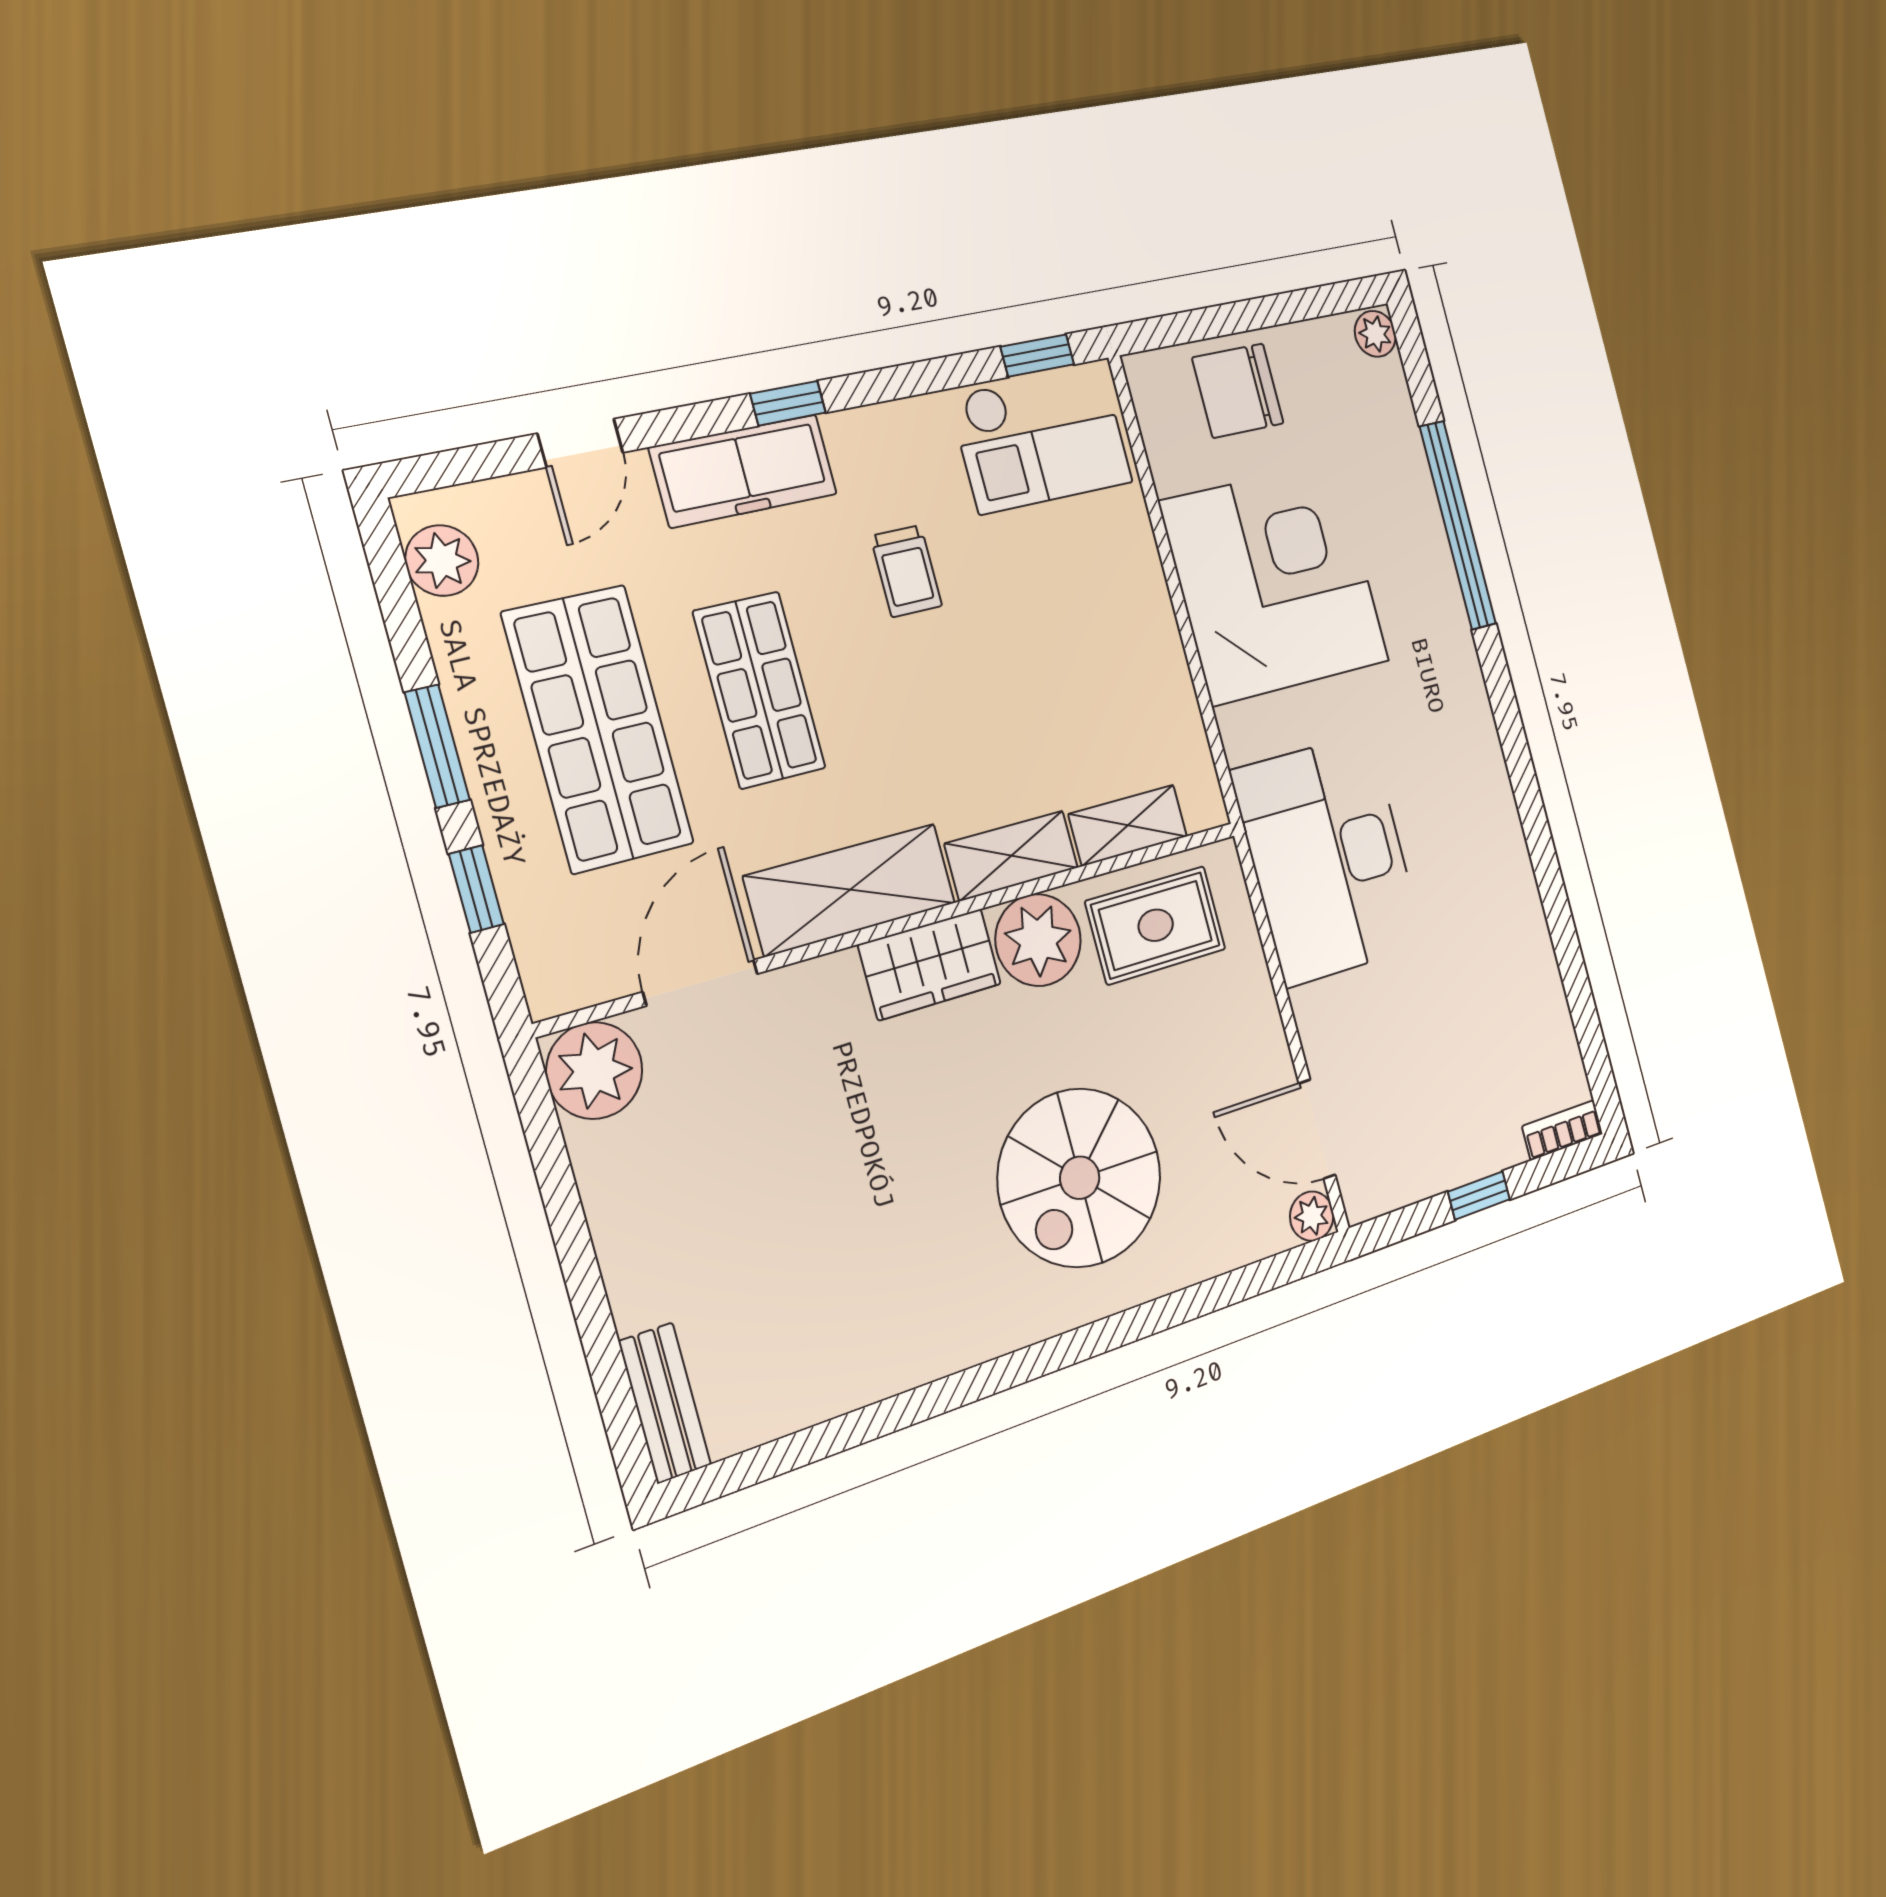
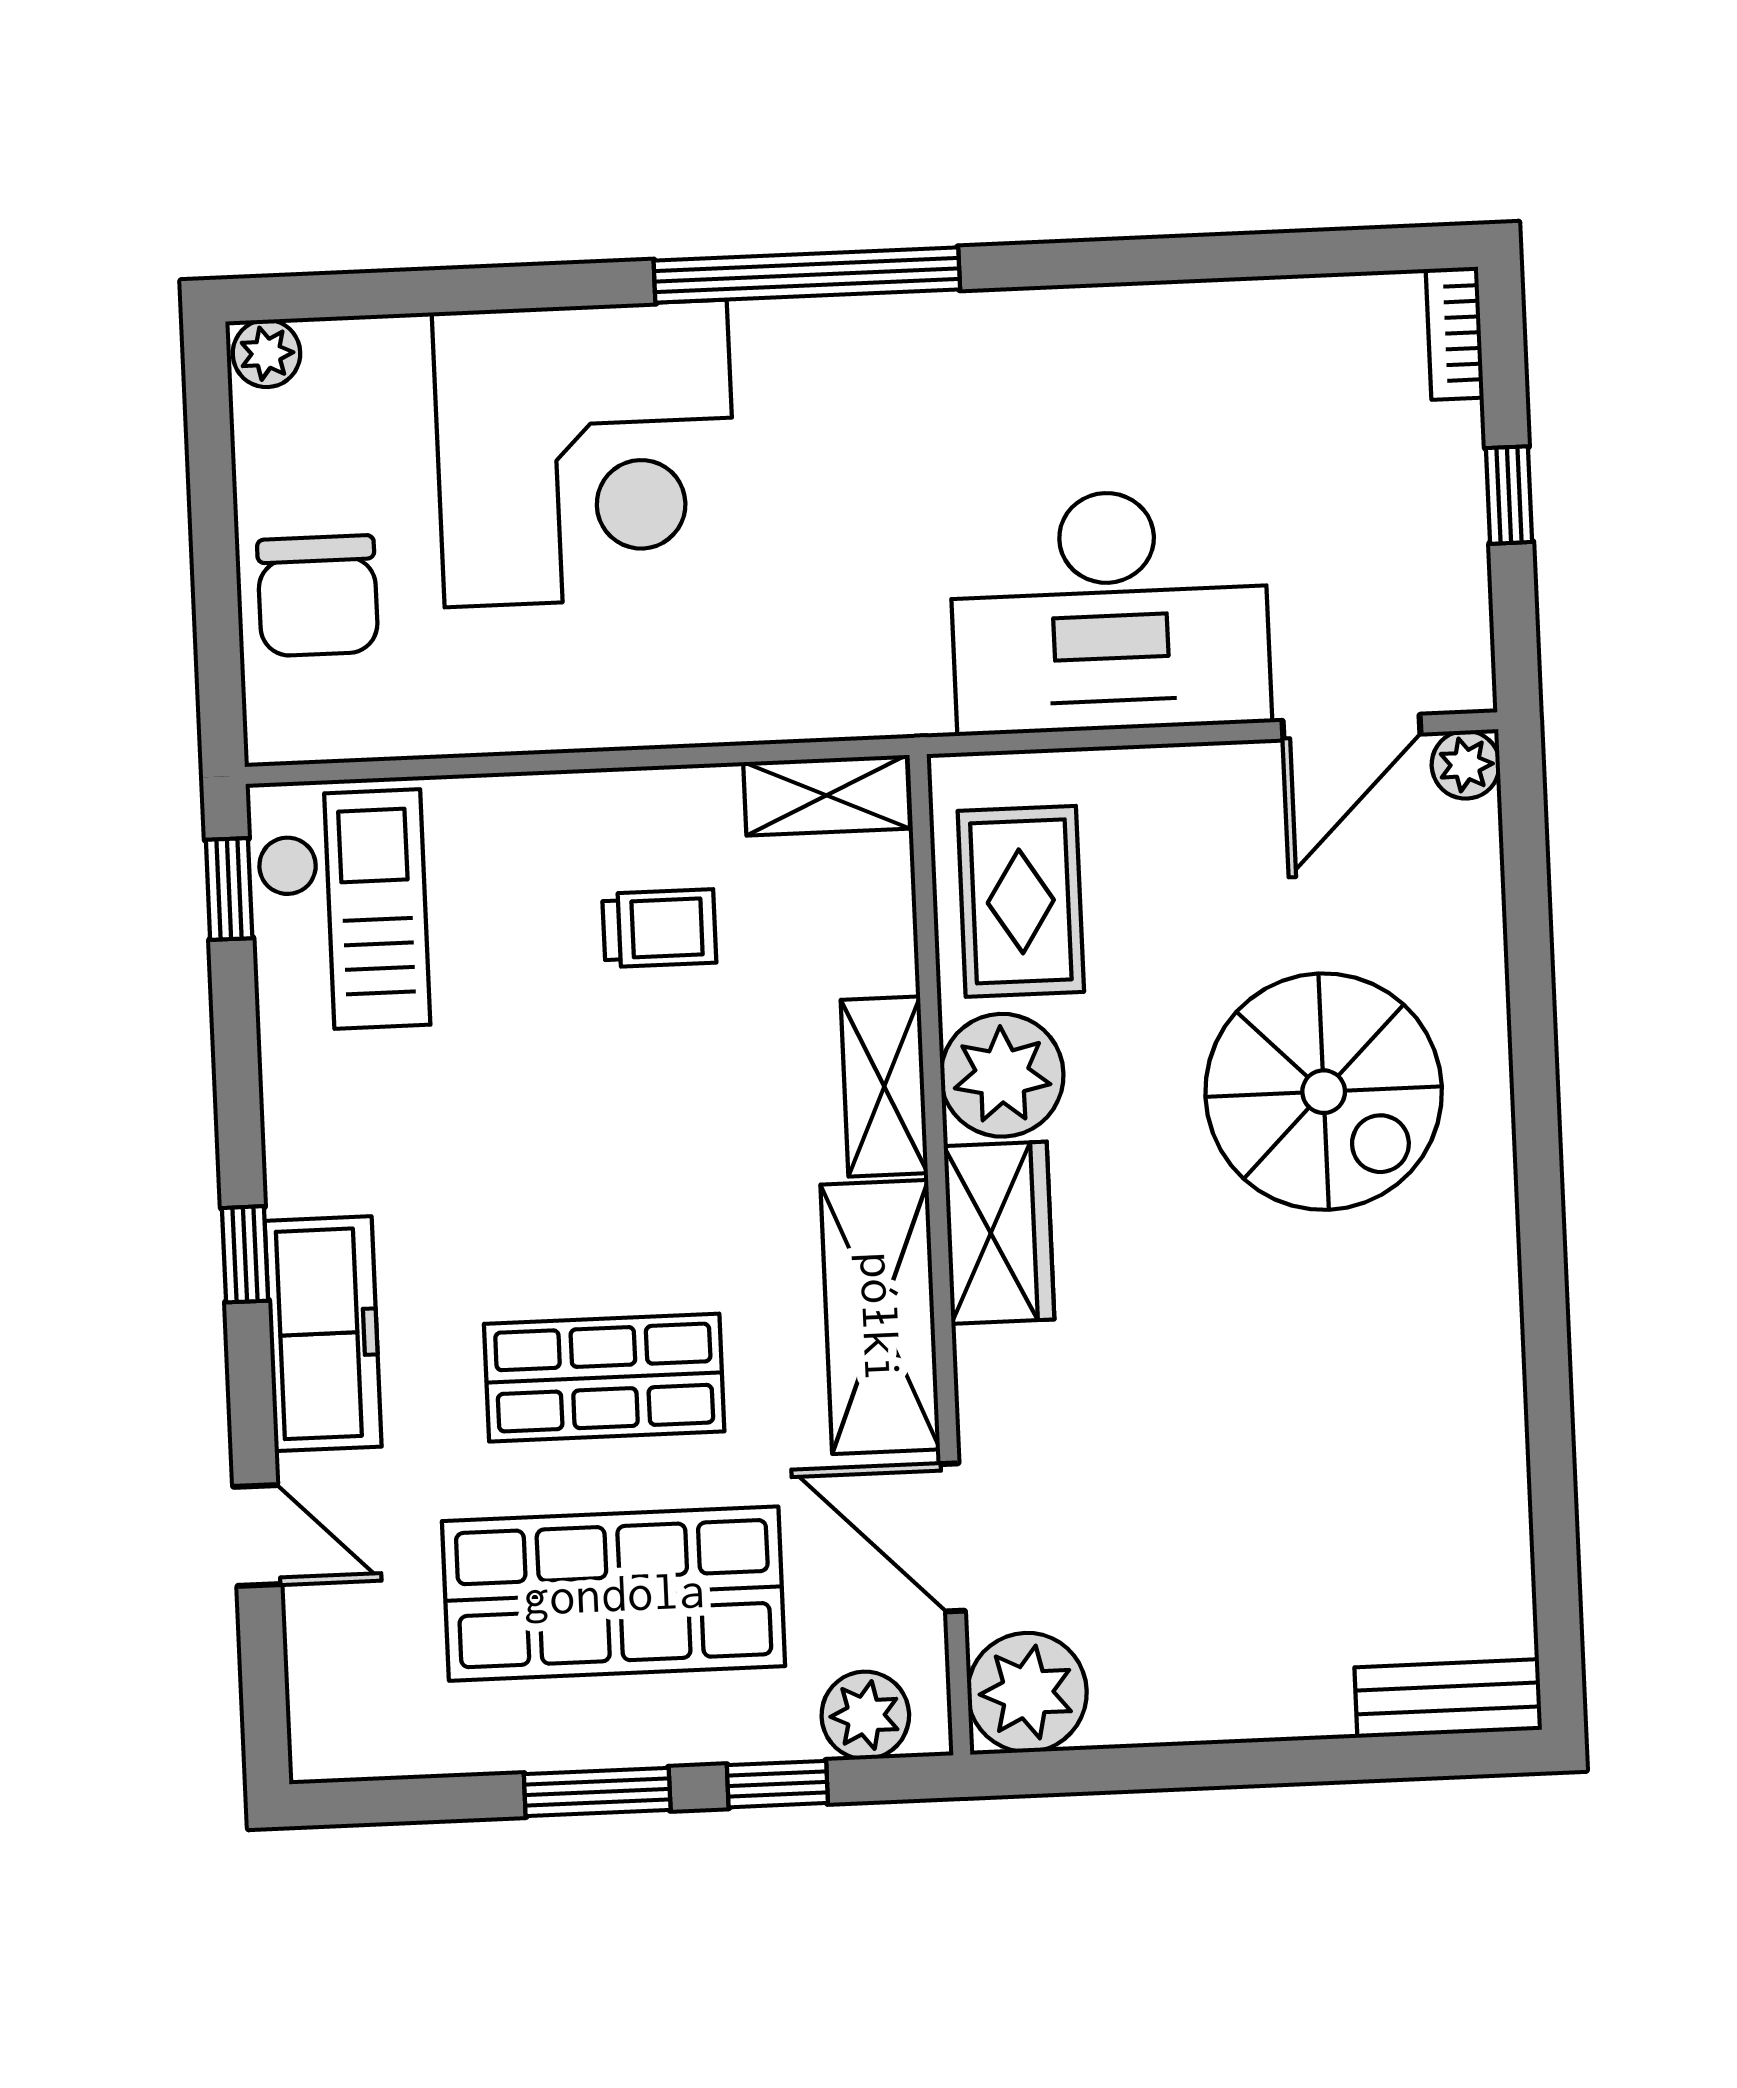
window: (1458, 525) -> (807, 275), moved
plant: (442, 561) -> (865, 1715), moved
trolley: (906, 571) -> (659, 928), moved
corner desk: (1275, 582) -> (586, 453), moved, turned 180
shelving: (1128, 825) -> (827, 795), moved, turned 90
desk: (1328, 859) -> (1110, 611), moved

